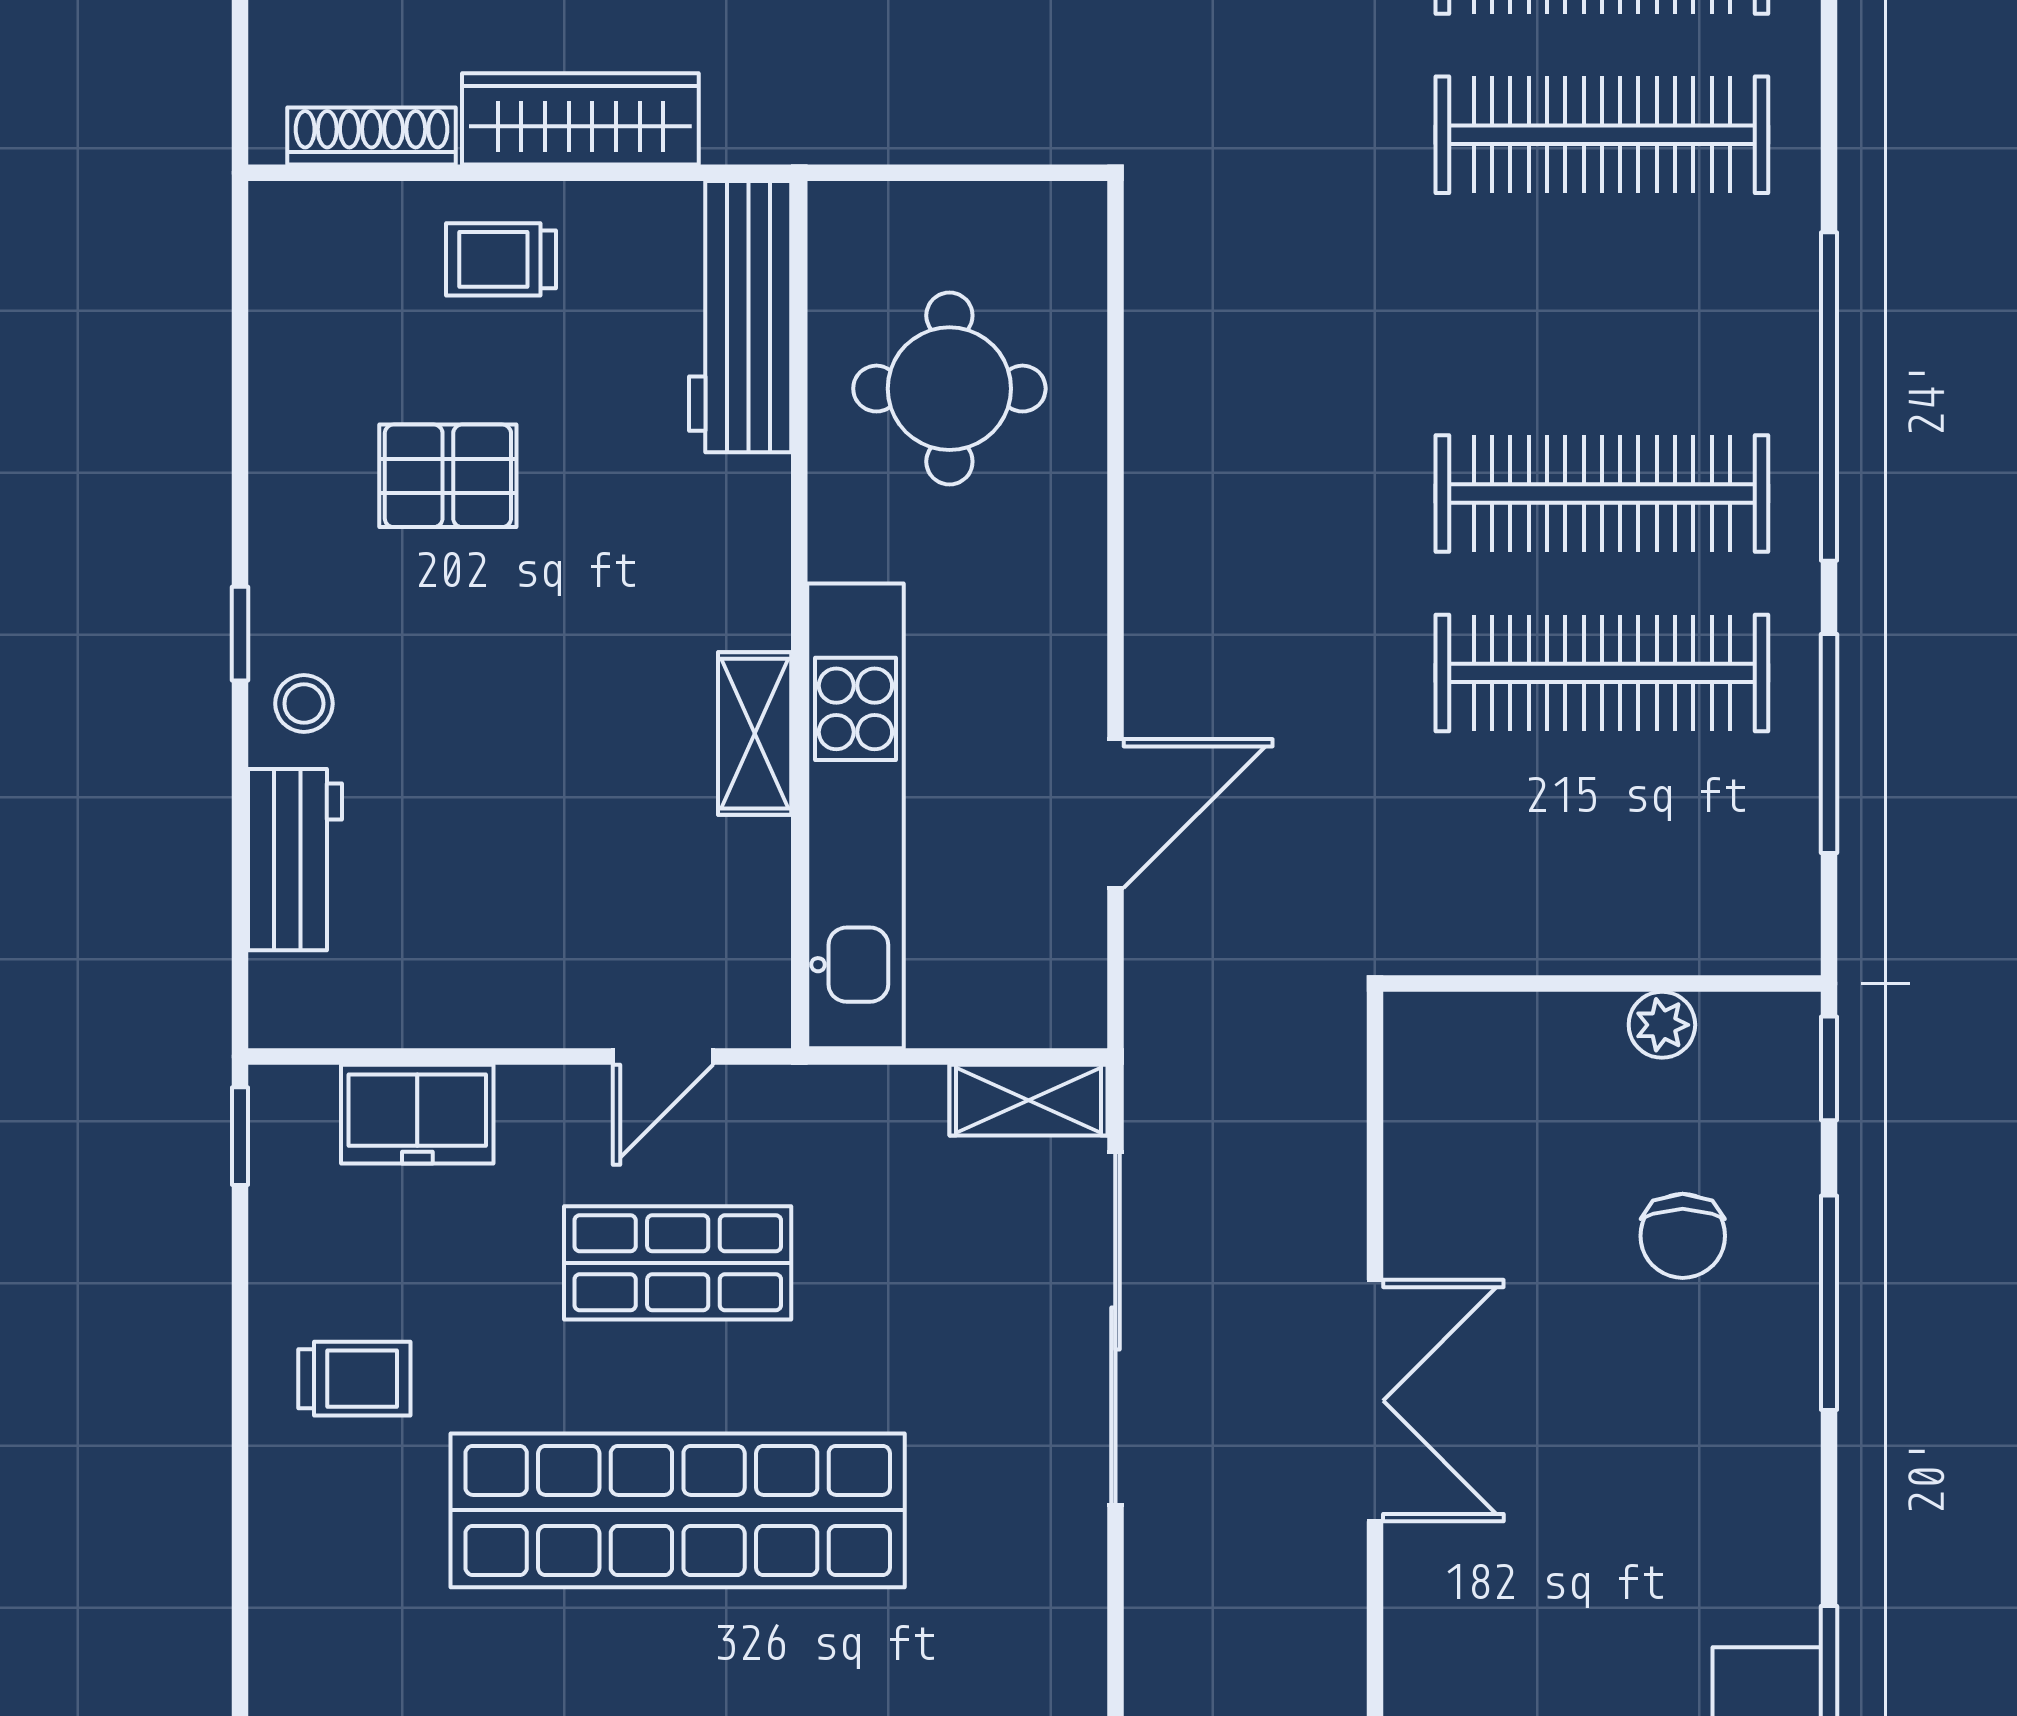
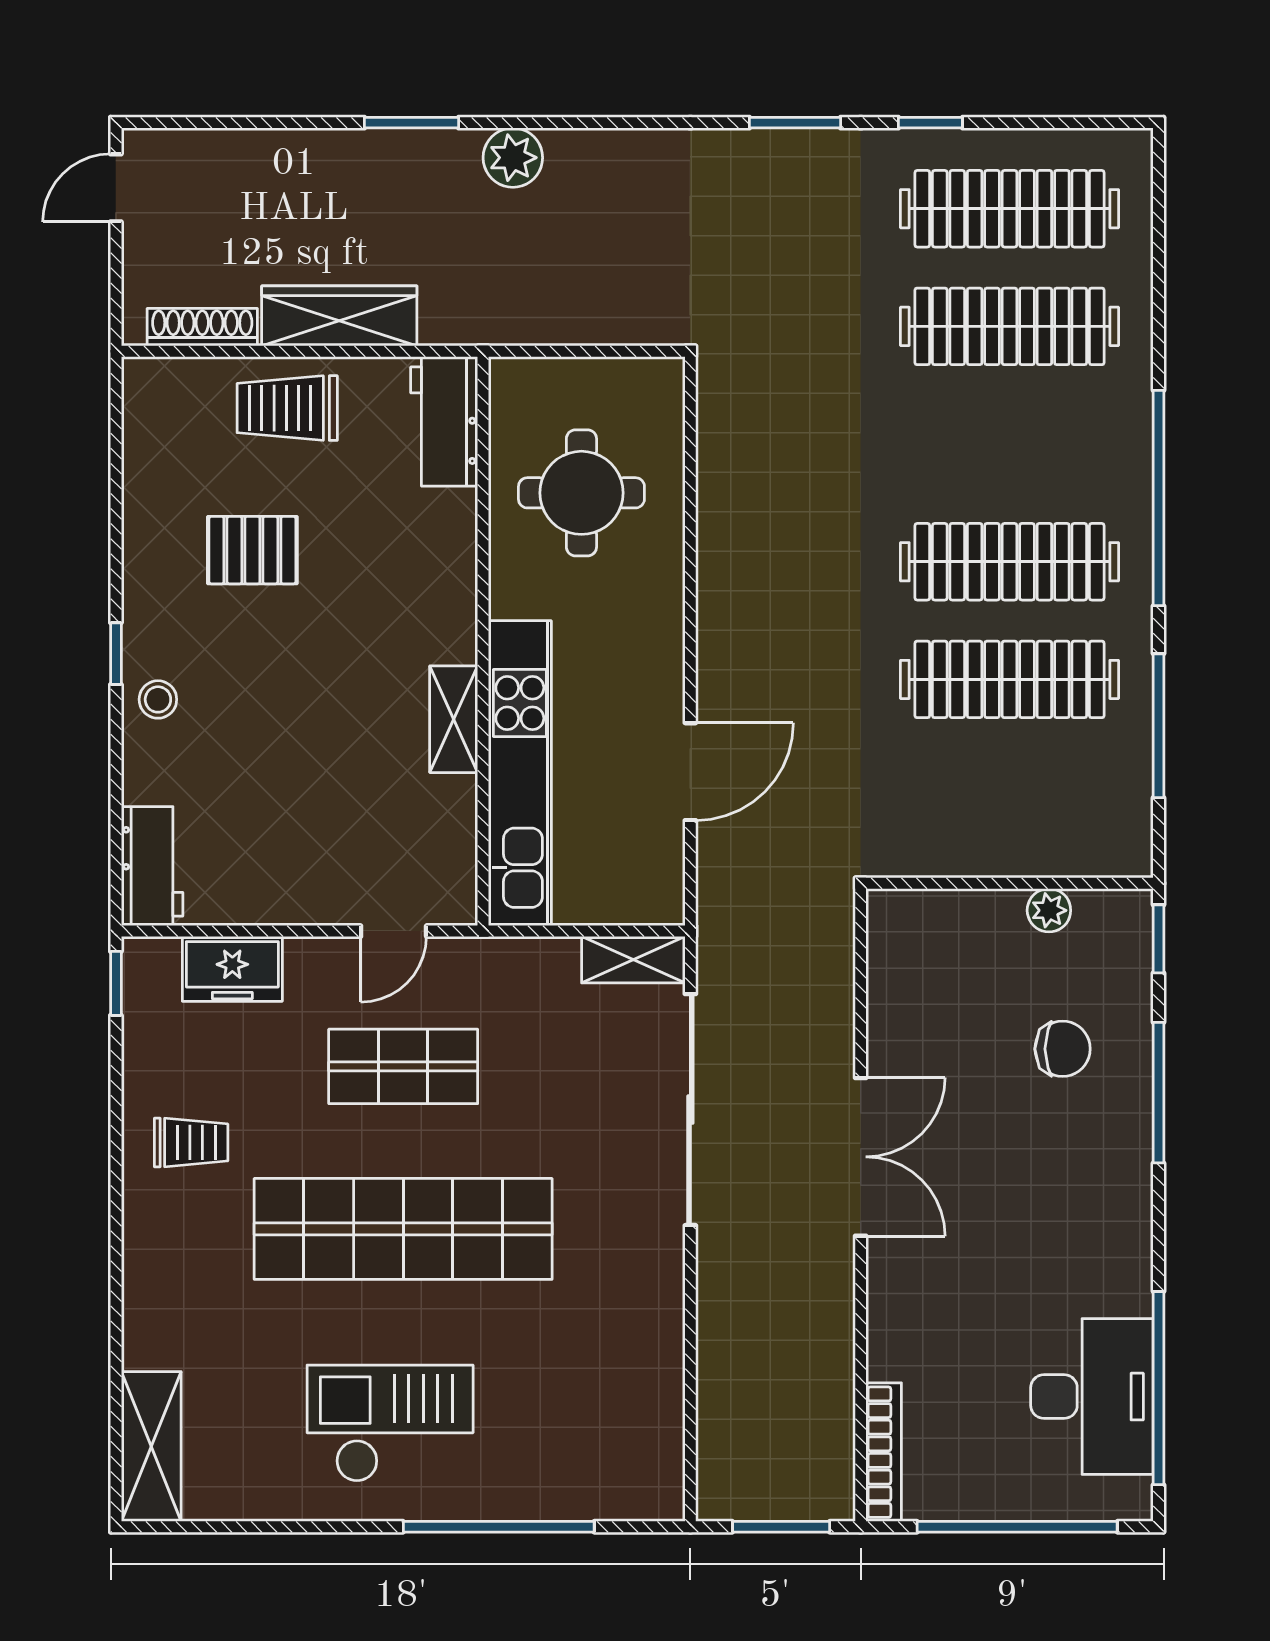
trolley: (501, 259) -> (287, 408), width x1.36, depth x1.39
workbench: (740, 317) -> (444, 421), width x0.73
workbench: (295, 860) -> (152, 866), moved
chair: (1683, 1236) -> (1063, 1049), turned -90

